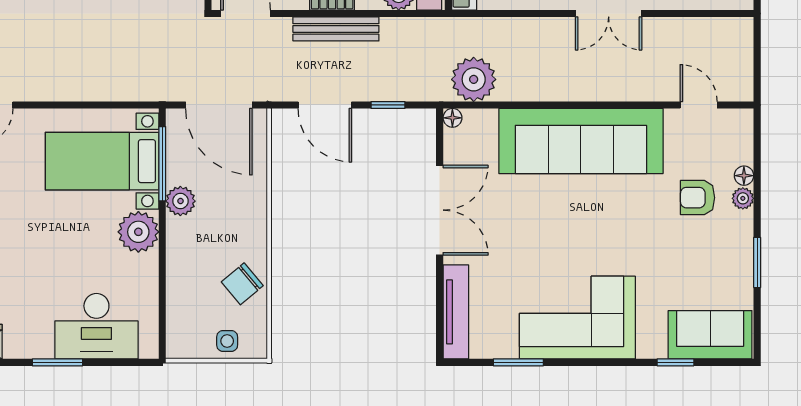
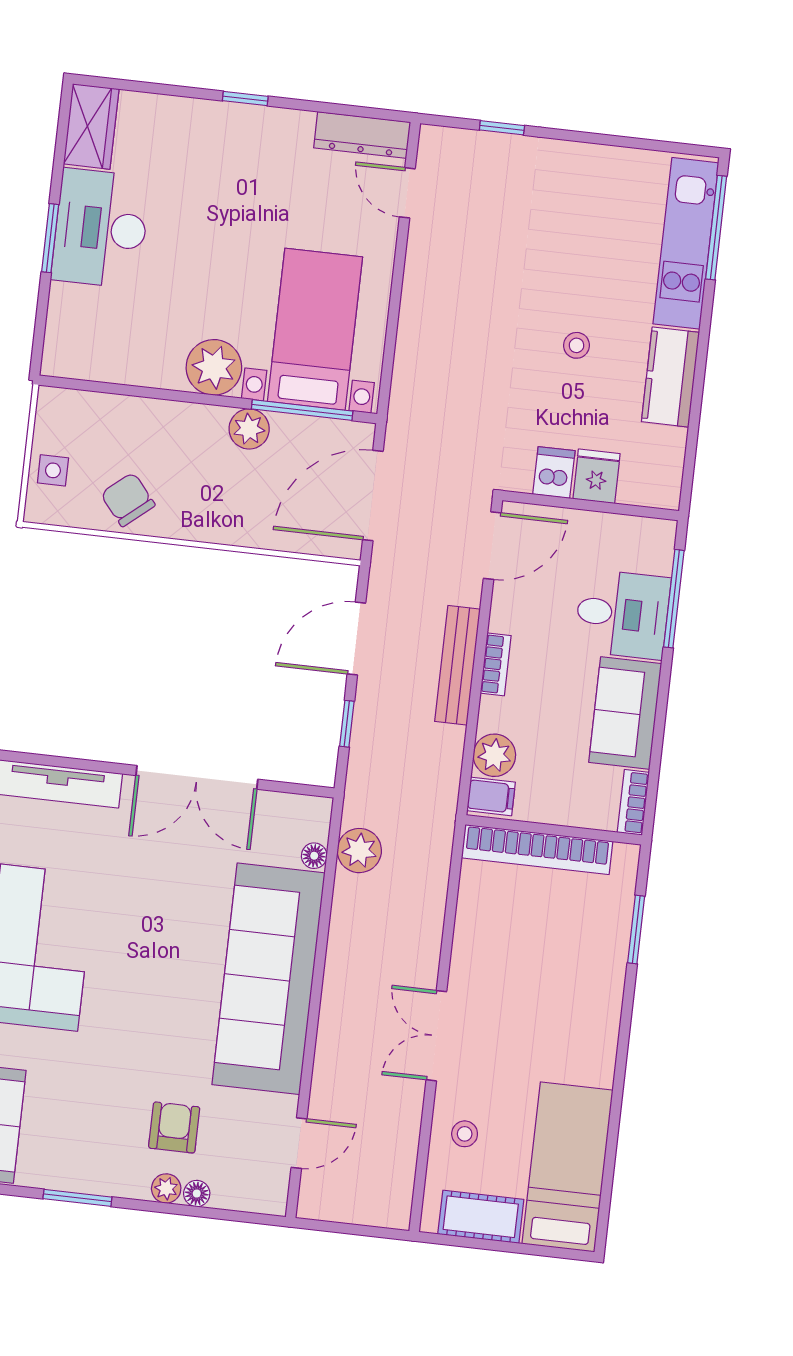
plant: (474, 79) -> (359, 851), width x0.73, depth x0.73
floor lamp: (452, 118) -> (314, 856), moved
desk: (96, 326) -> (101, 228), moved

